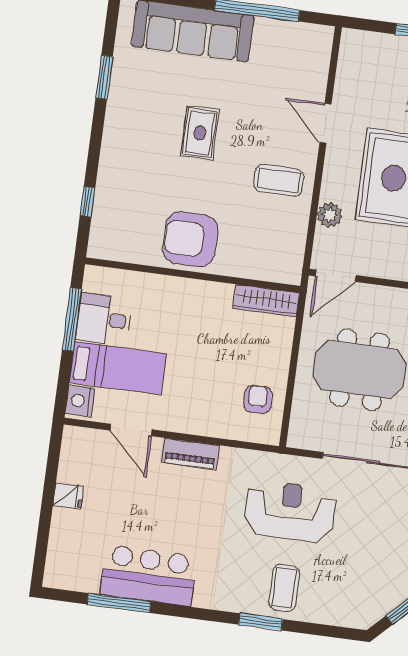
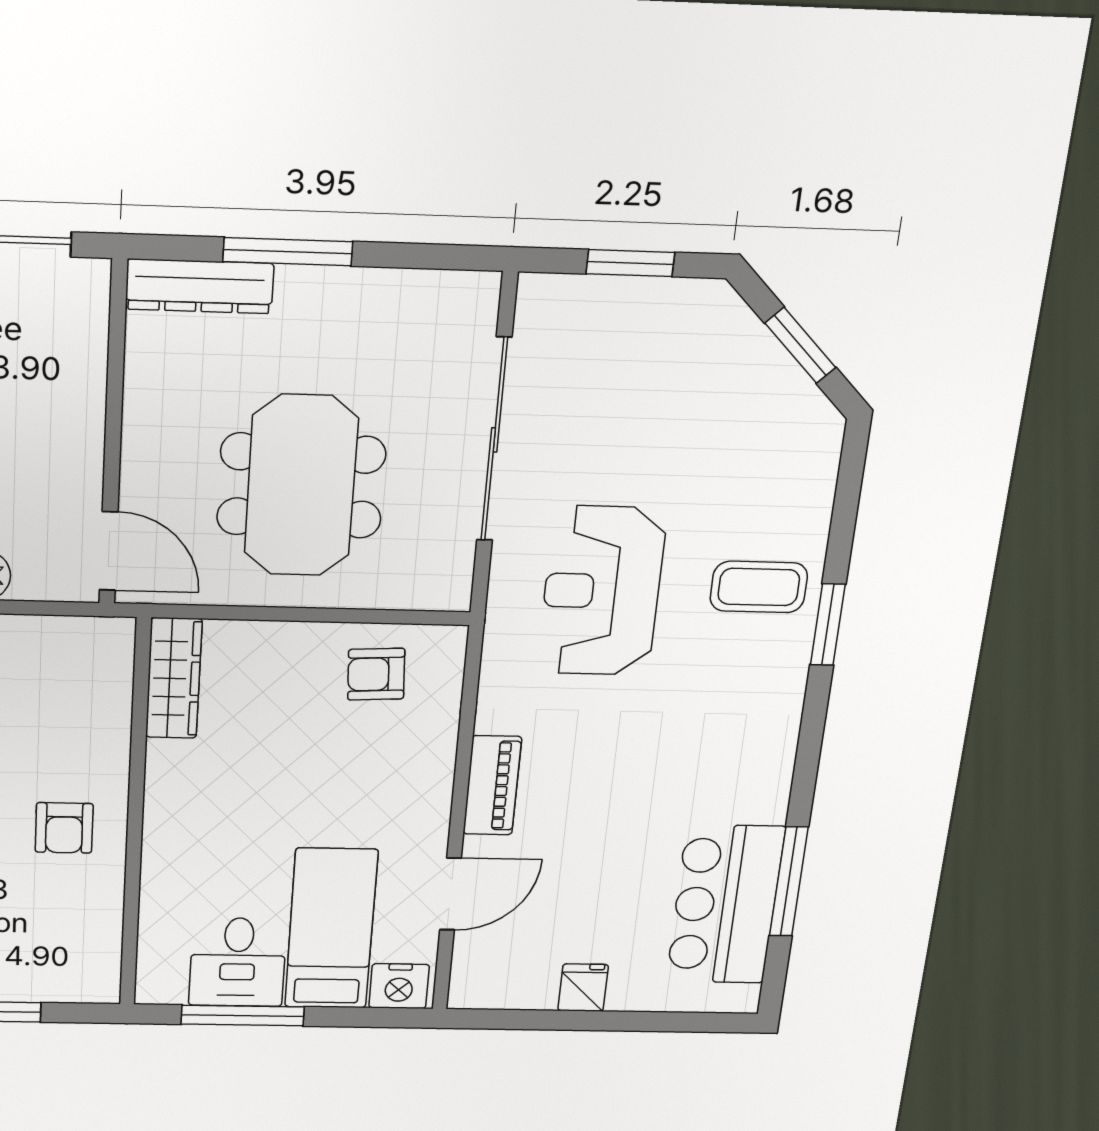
armchair: (190, 239) -> (64, 828), width x0.53, depth x0.53
bar counter: (148, 575) -> (725, 905), moved

